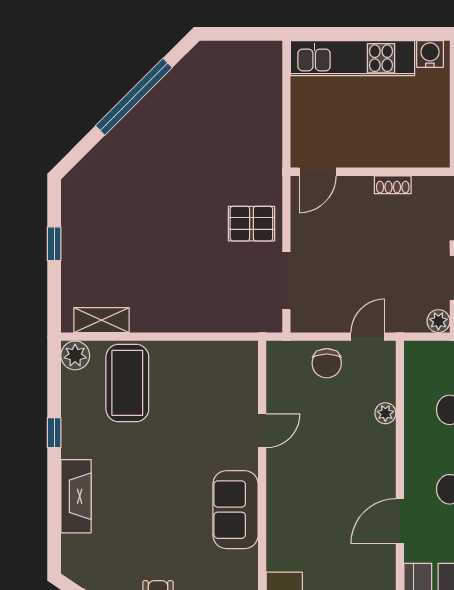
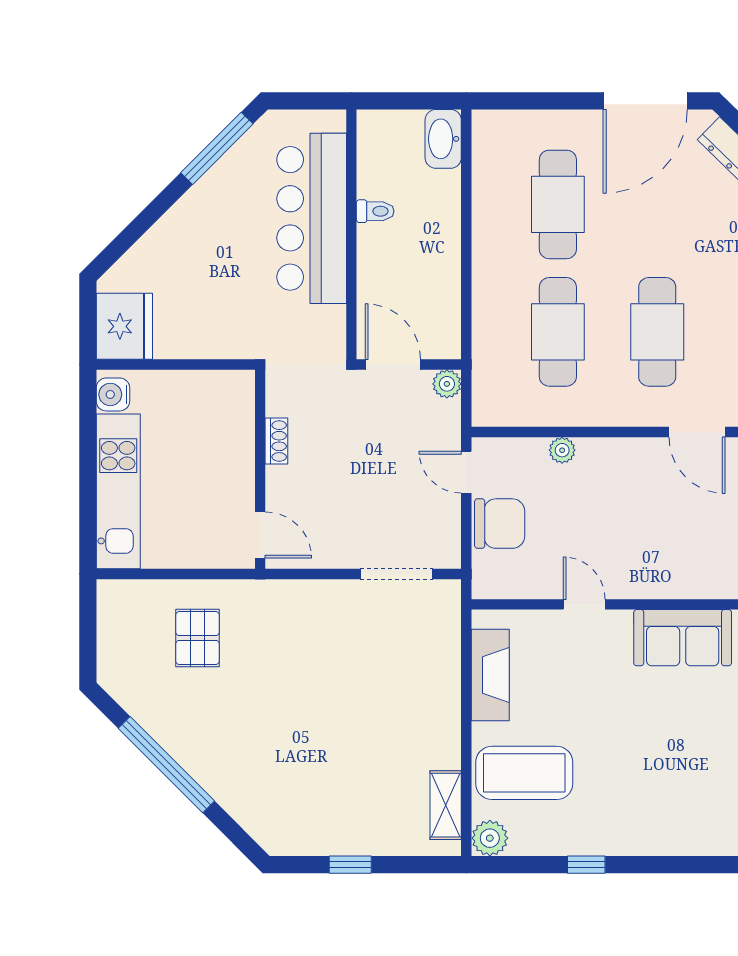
pallet: (251, 224) -> (198, 638), moved
chair: (327, 363) -> (500, 524), width x1.37, depth x1.37
fireplace: (76, 496) -> (490, 675), moved, turned 90

